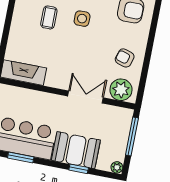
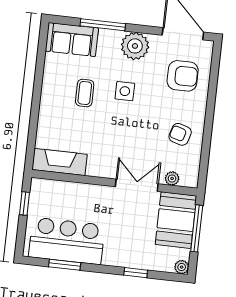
plant: (121, 90) -> (172, 178), width x0.53, depth x0.53
booth: (76, 150) -> (176, 220), moved, turned 90

